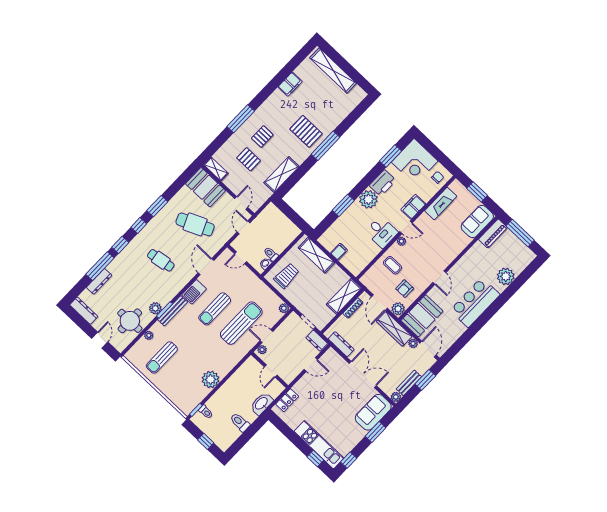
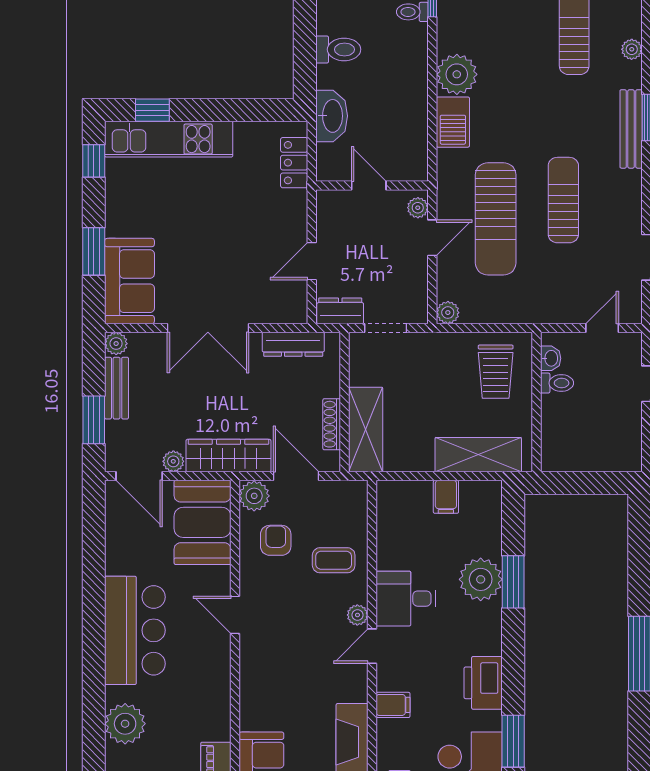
plant: (368, 199) -> (481, 579), moved
filing cabinet: (413, 207) -> (393, 705), width x0.50
barbecue: (194, 292) -> (453, 122), moved, turned 180

